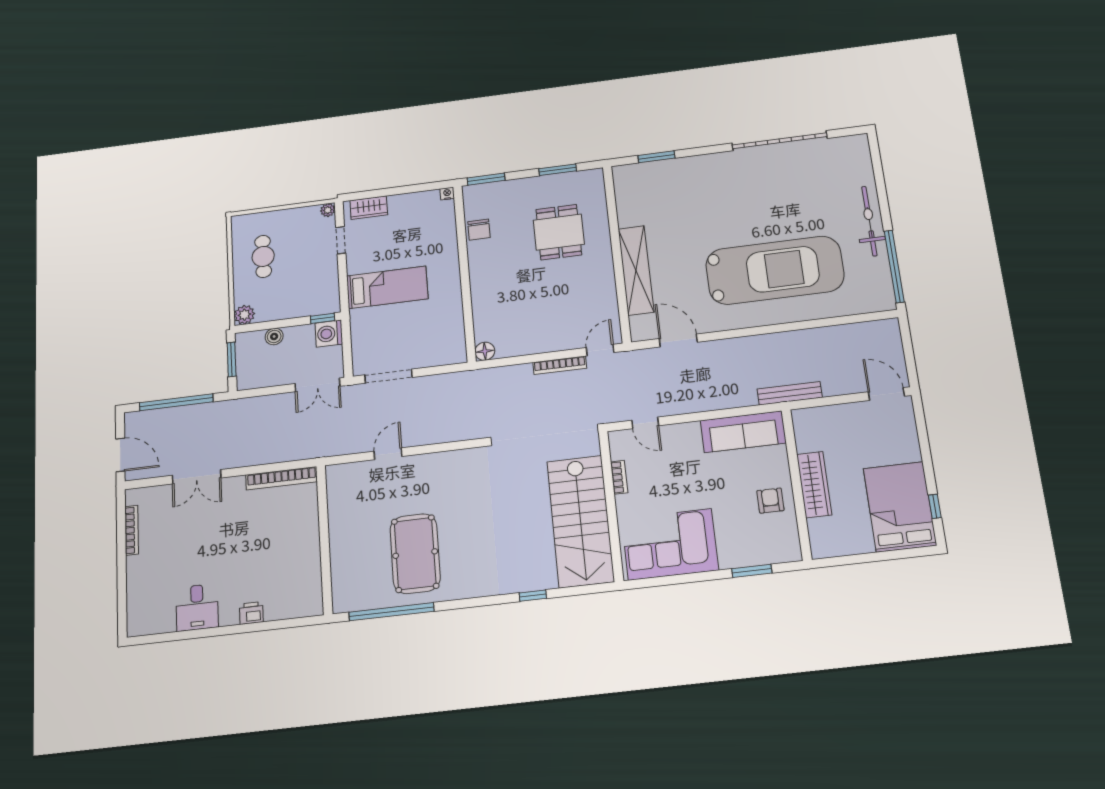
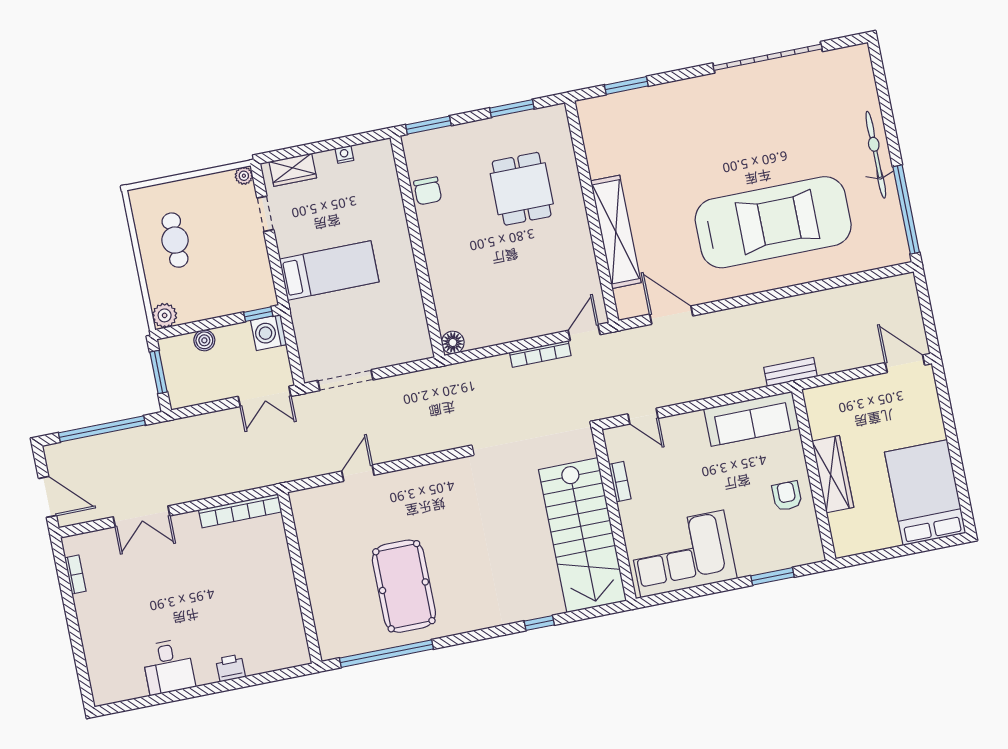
nightstand: (447, 194) -> (344, 154), moved
bench: (790, 393) -> (791, 372), width x0.73
window: (935, 506) -> (962, 489), removed
bookcase: (132, 530) -> (75, 575), width x0.64

